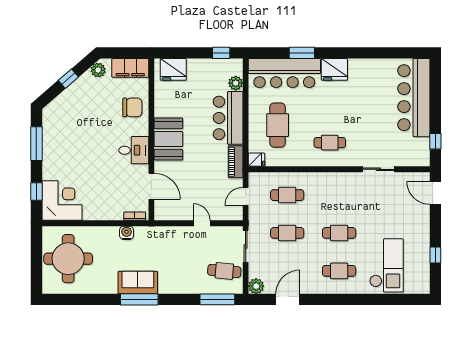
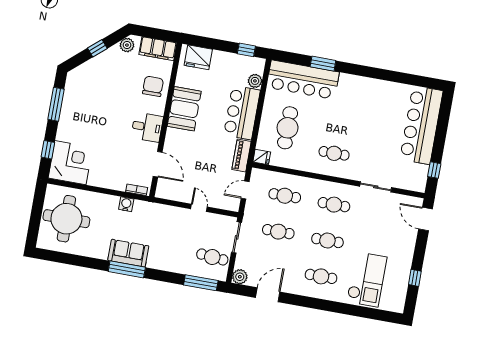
fridge: (334, 69) -> (351, 85), removed
chair: (132, 107) -> (153, 86), turned -90
booth: (168, 139) -> (184, 109), moved
cafe table: (339, 195) -> (334, 205), added

